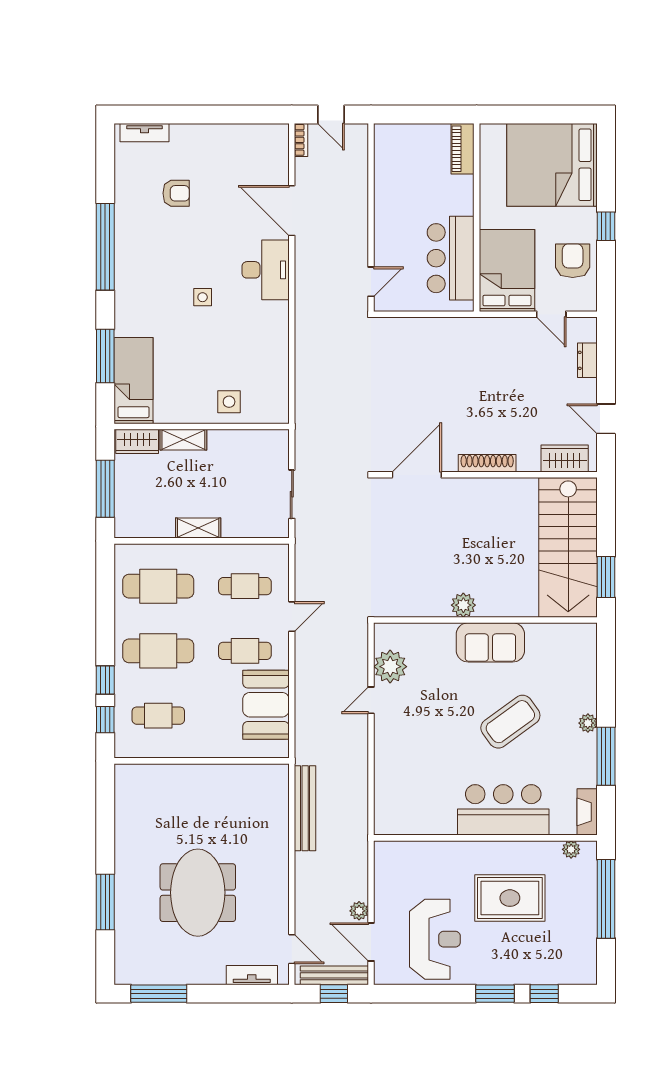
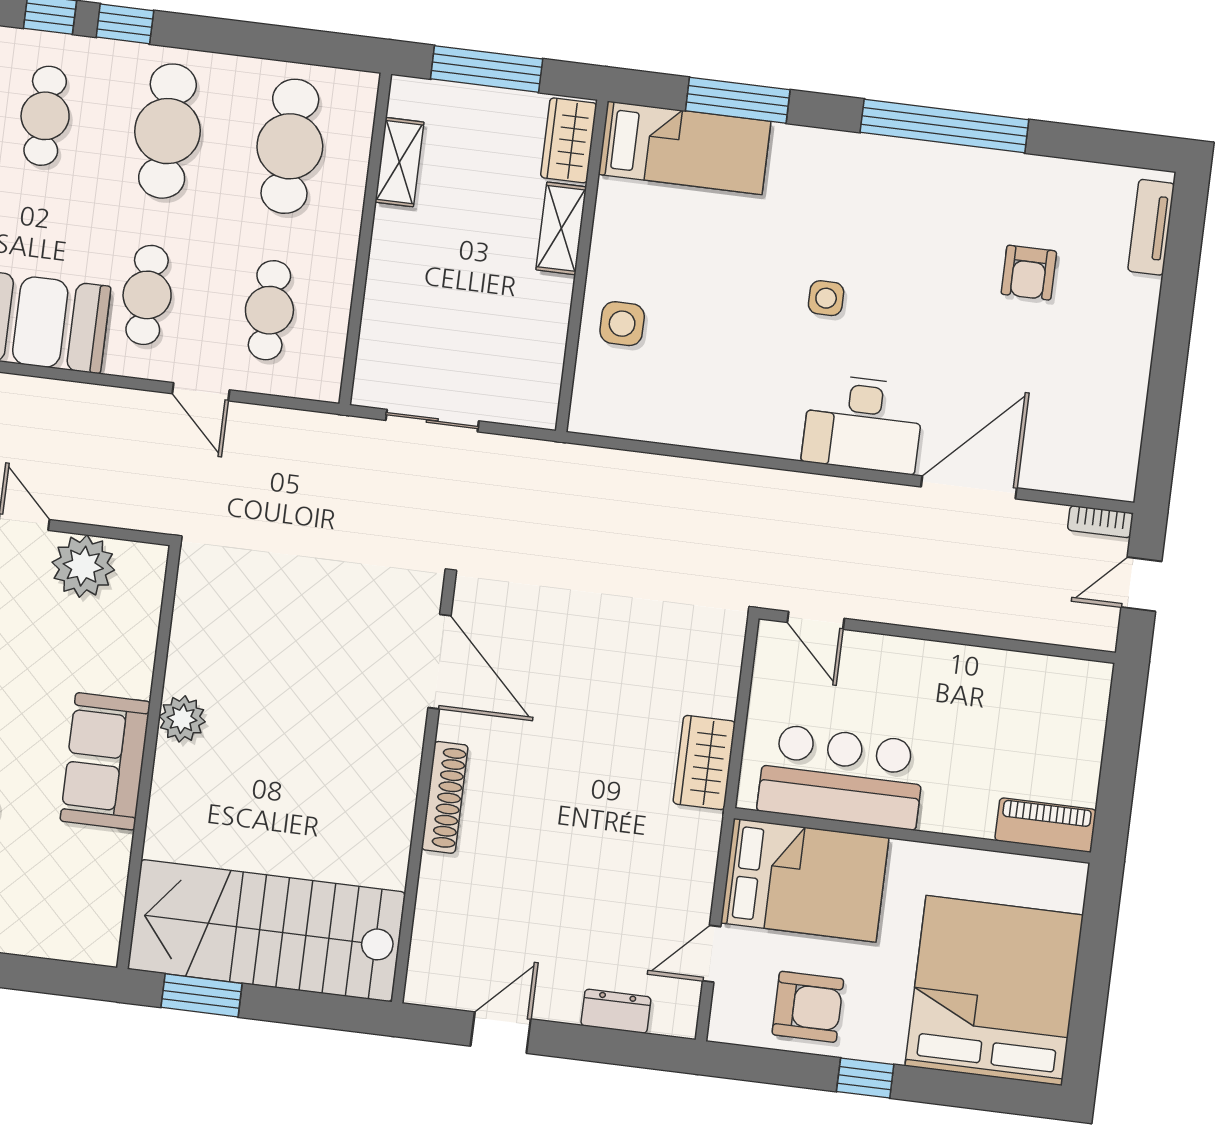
wardrobe: (565, 459) -> (704, 762), moved, turned 180
shelving: (198, 528) -> (399, 162), moved

